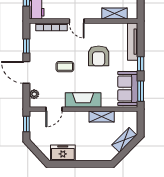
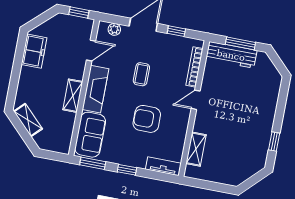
tv unit: (133, 42) -> (163, 166), width x0.71
sofa: (128, 89) -> (90, 135), moved, turned 90
door: (54, 109) -> (91, 51), swing flipped
shelving: (102, 116) -> (73, 96), moved
shelving: (124, 140) -> (28, 120), moved

